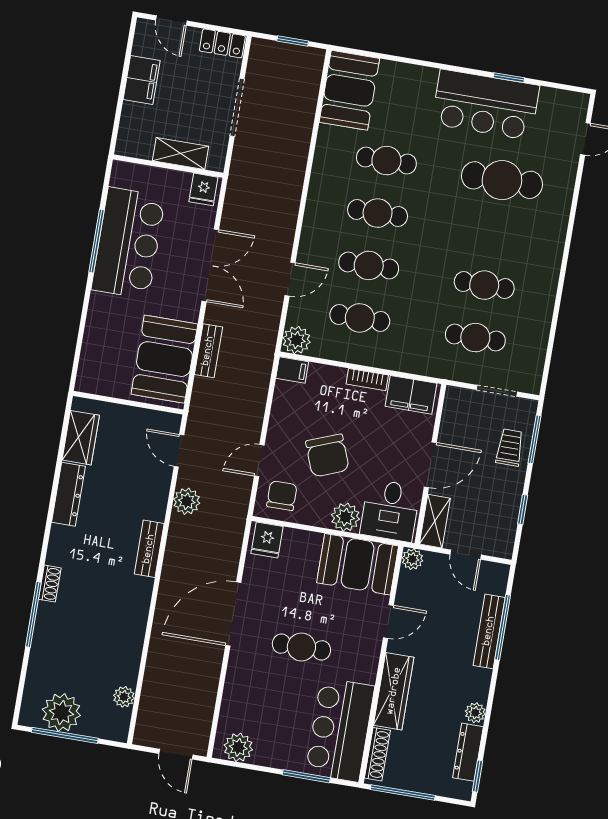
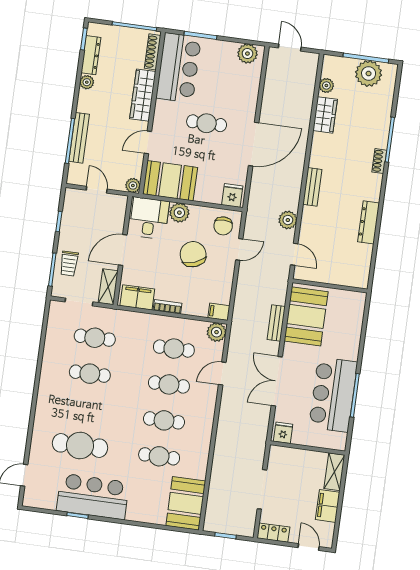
shelving: (180, 153) -> (334, 472), moved, turned 90
wardrobe: (81, 438) -> (325, 115), moved, turned 180
shelving: (435, 521) -> (108, 287), moved

